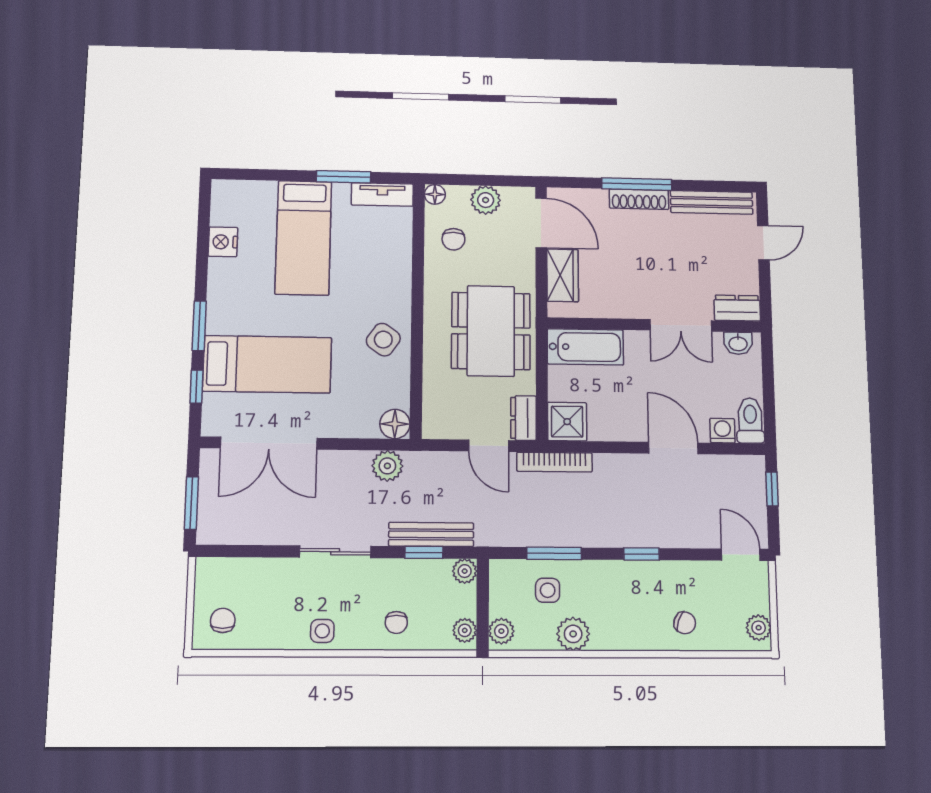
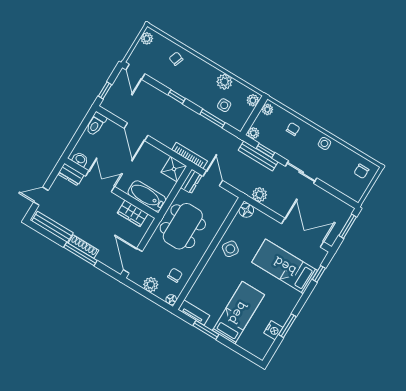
wardrobe: (563, 275) -> (133, 213), moved, turned -90
window: (199, 326) -> (287, 326), moved
washing machine: (722, 431) -> (111, 127), removed

